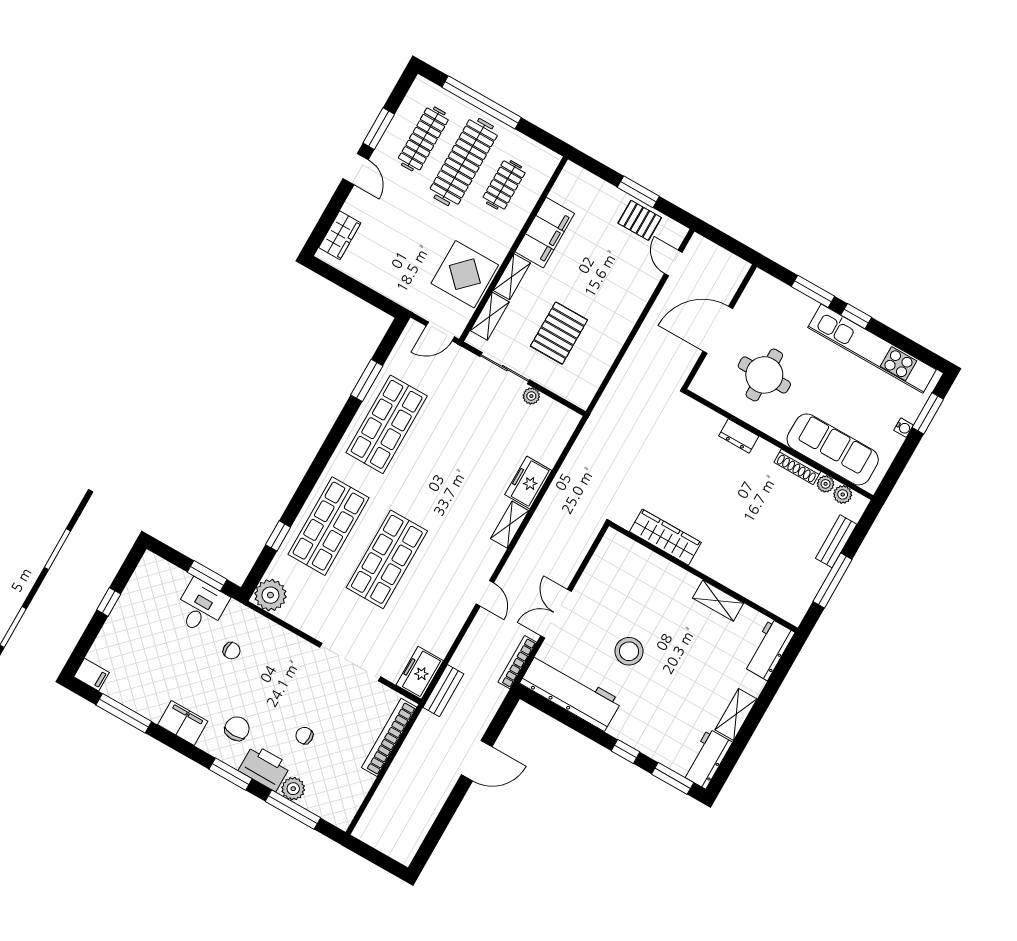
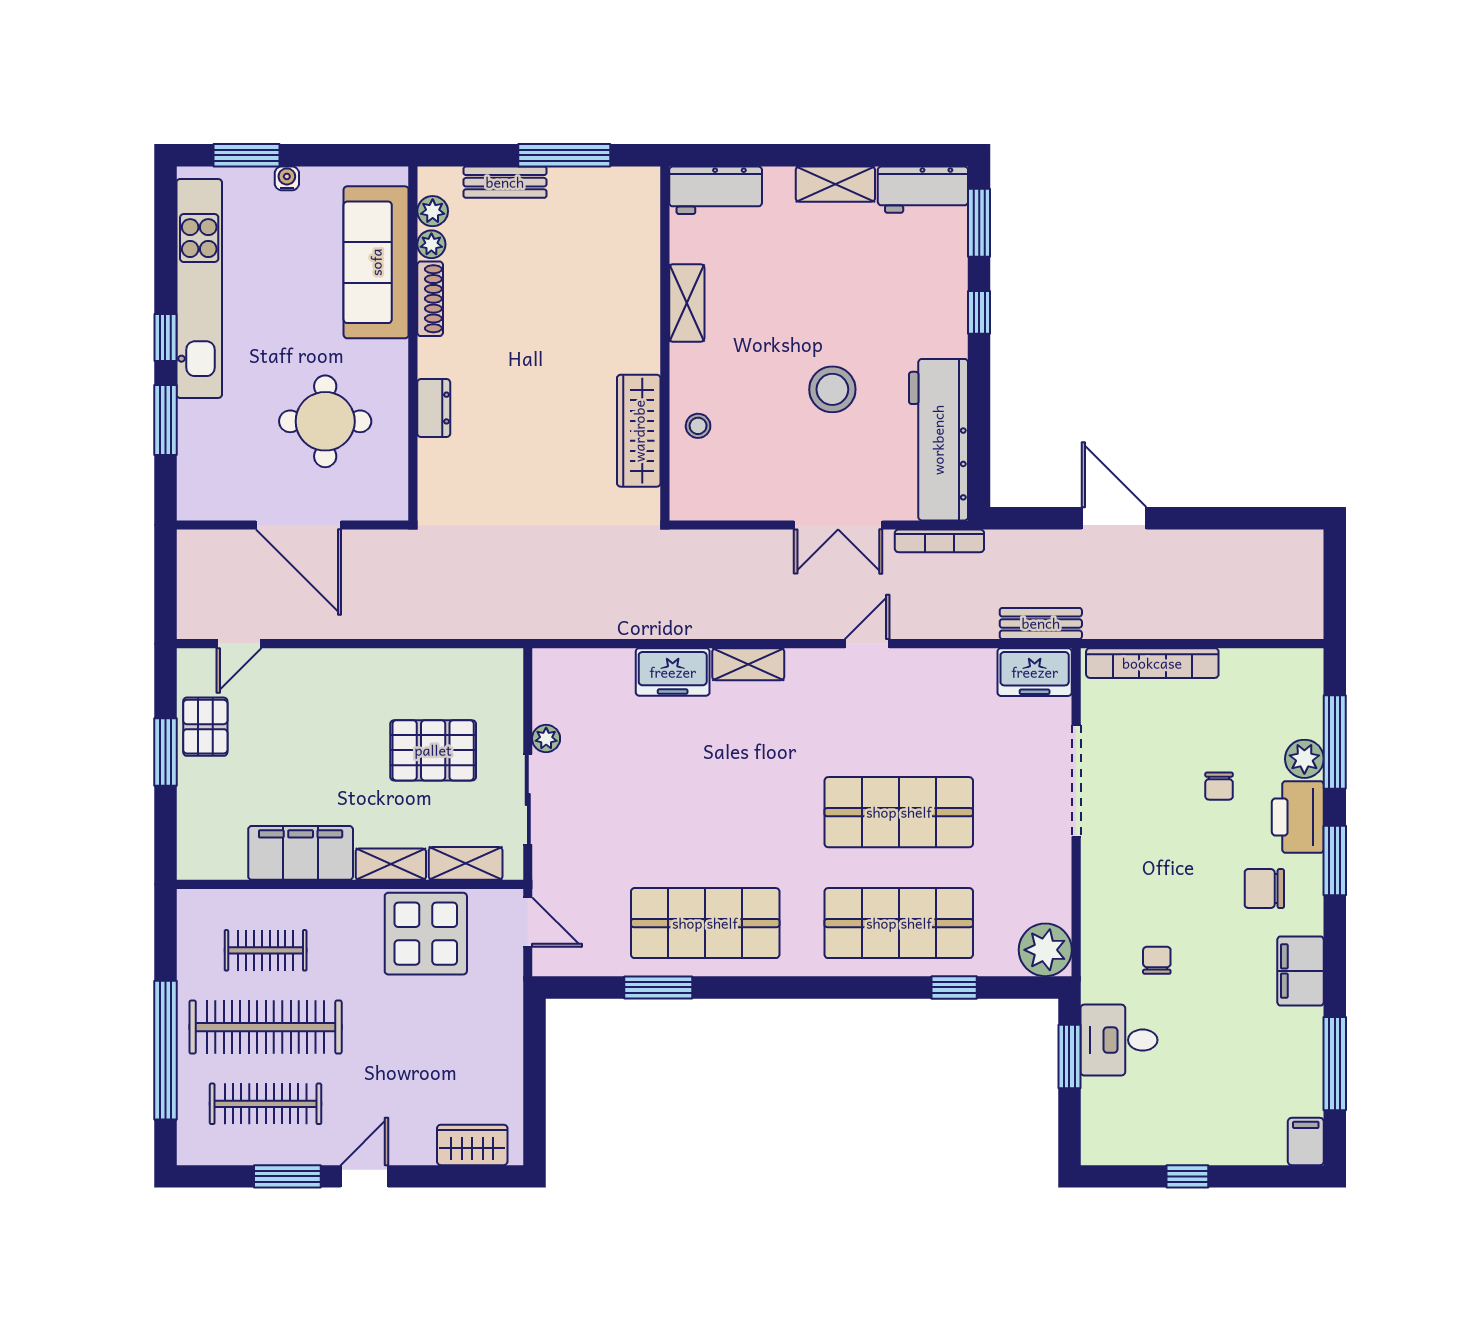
stool: (650, 570) -> (698, 426), added

